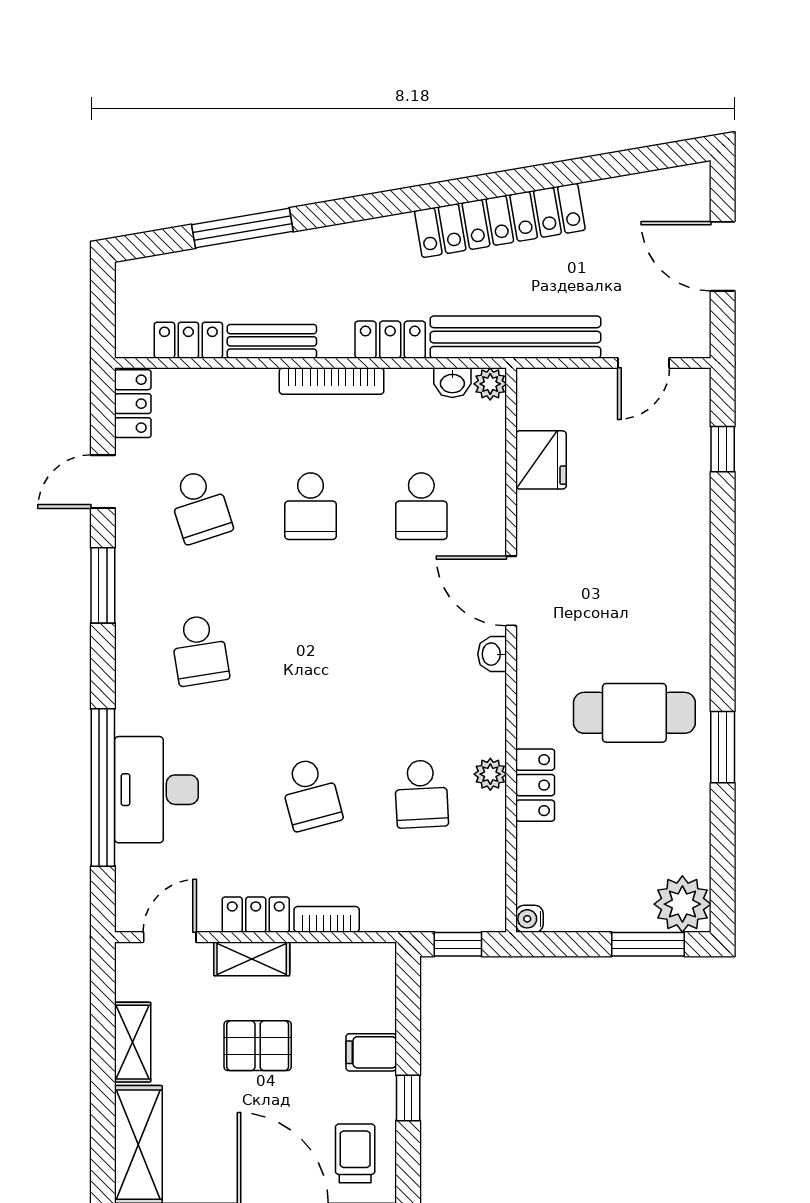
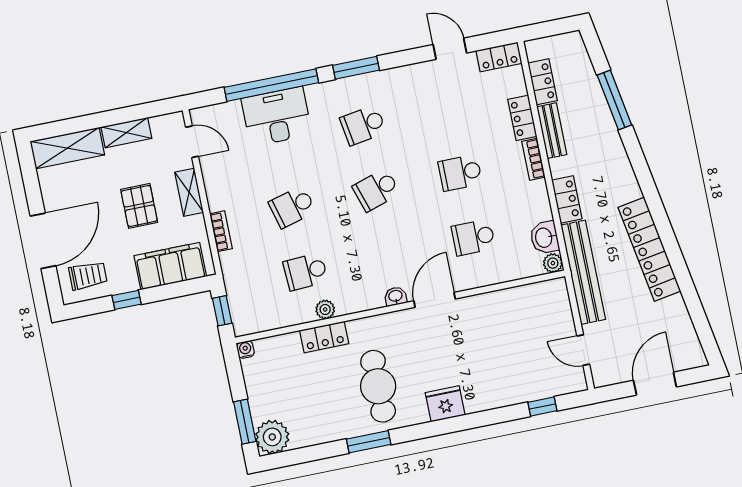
bookcase: (332, 381) -> (533, 159), width x0.64
washbasin: (452, 383) -> (544, 238), width x1.38, depth x1.45
fridge: (541, 460) -> (445, 404), moved, turned 180
school desk: (200, 506) -> (376, 190), moved
window: (103, 585) -> (356, 68), moved
locker: (256, 915) -> (522, 118), moved, turned 180
filing cabinet: (371, 1052) -> (170, 266), width x3.00, depth x1.17

